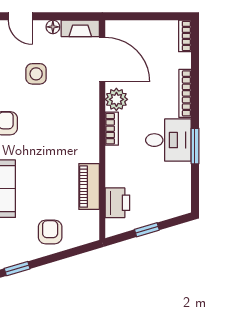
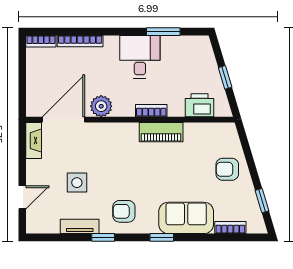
floor lamp: (53, 27) -> (32, 167), removed
bookcase: (185, 93) -> (80, 41), moved
bookcase: (112, 129) -> (151, 111), moved
window: (195, 146) -> (163, 32), moved
piano: (89, 187) -> (161, 132), moved

